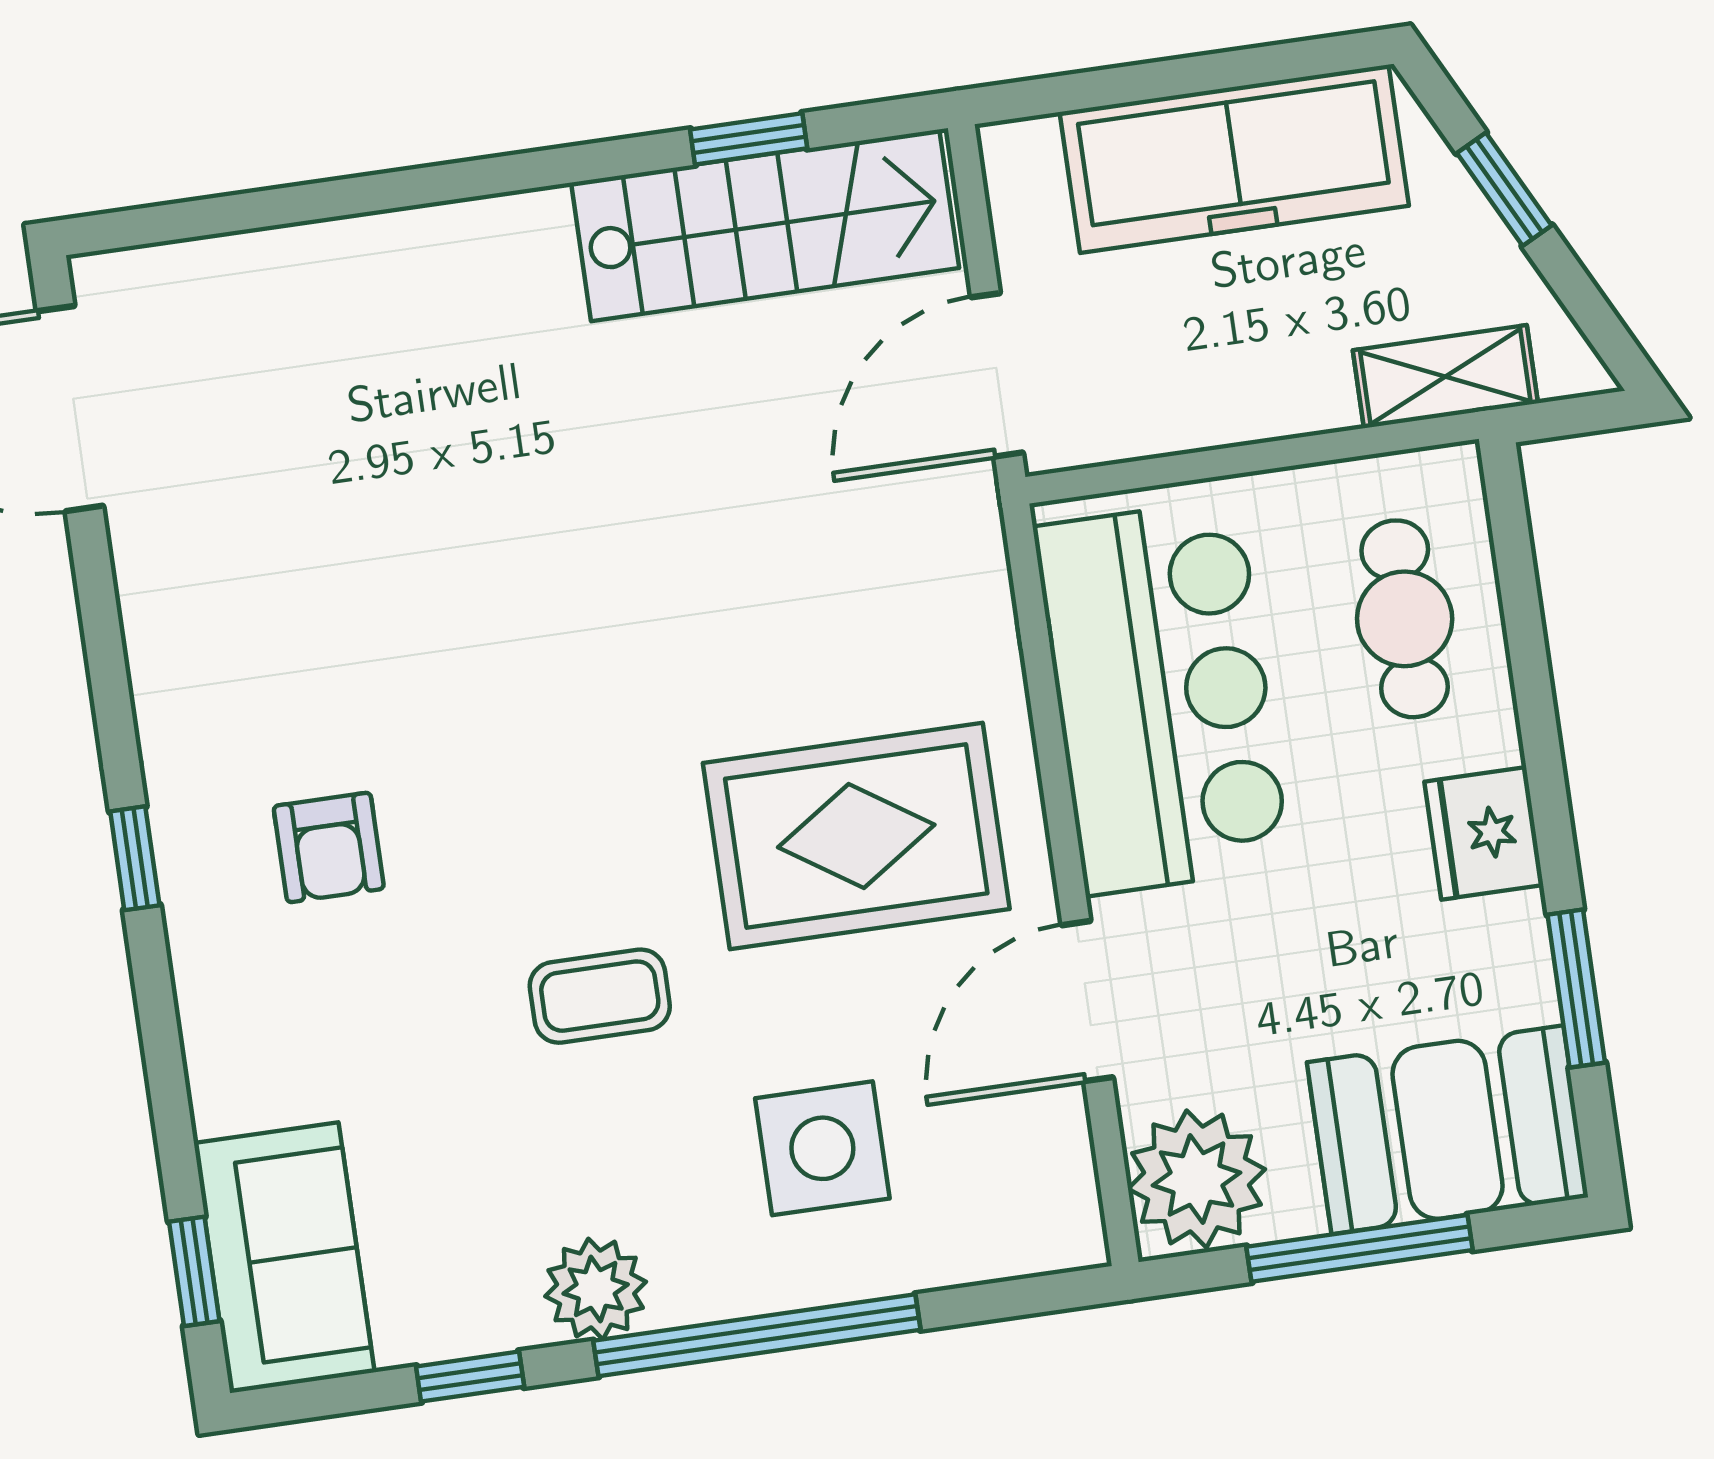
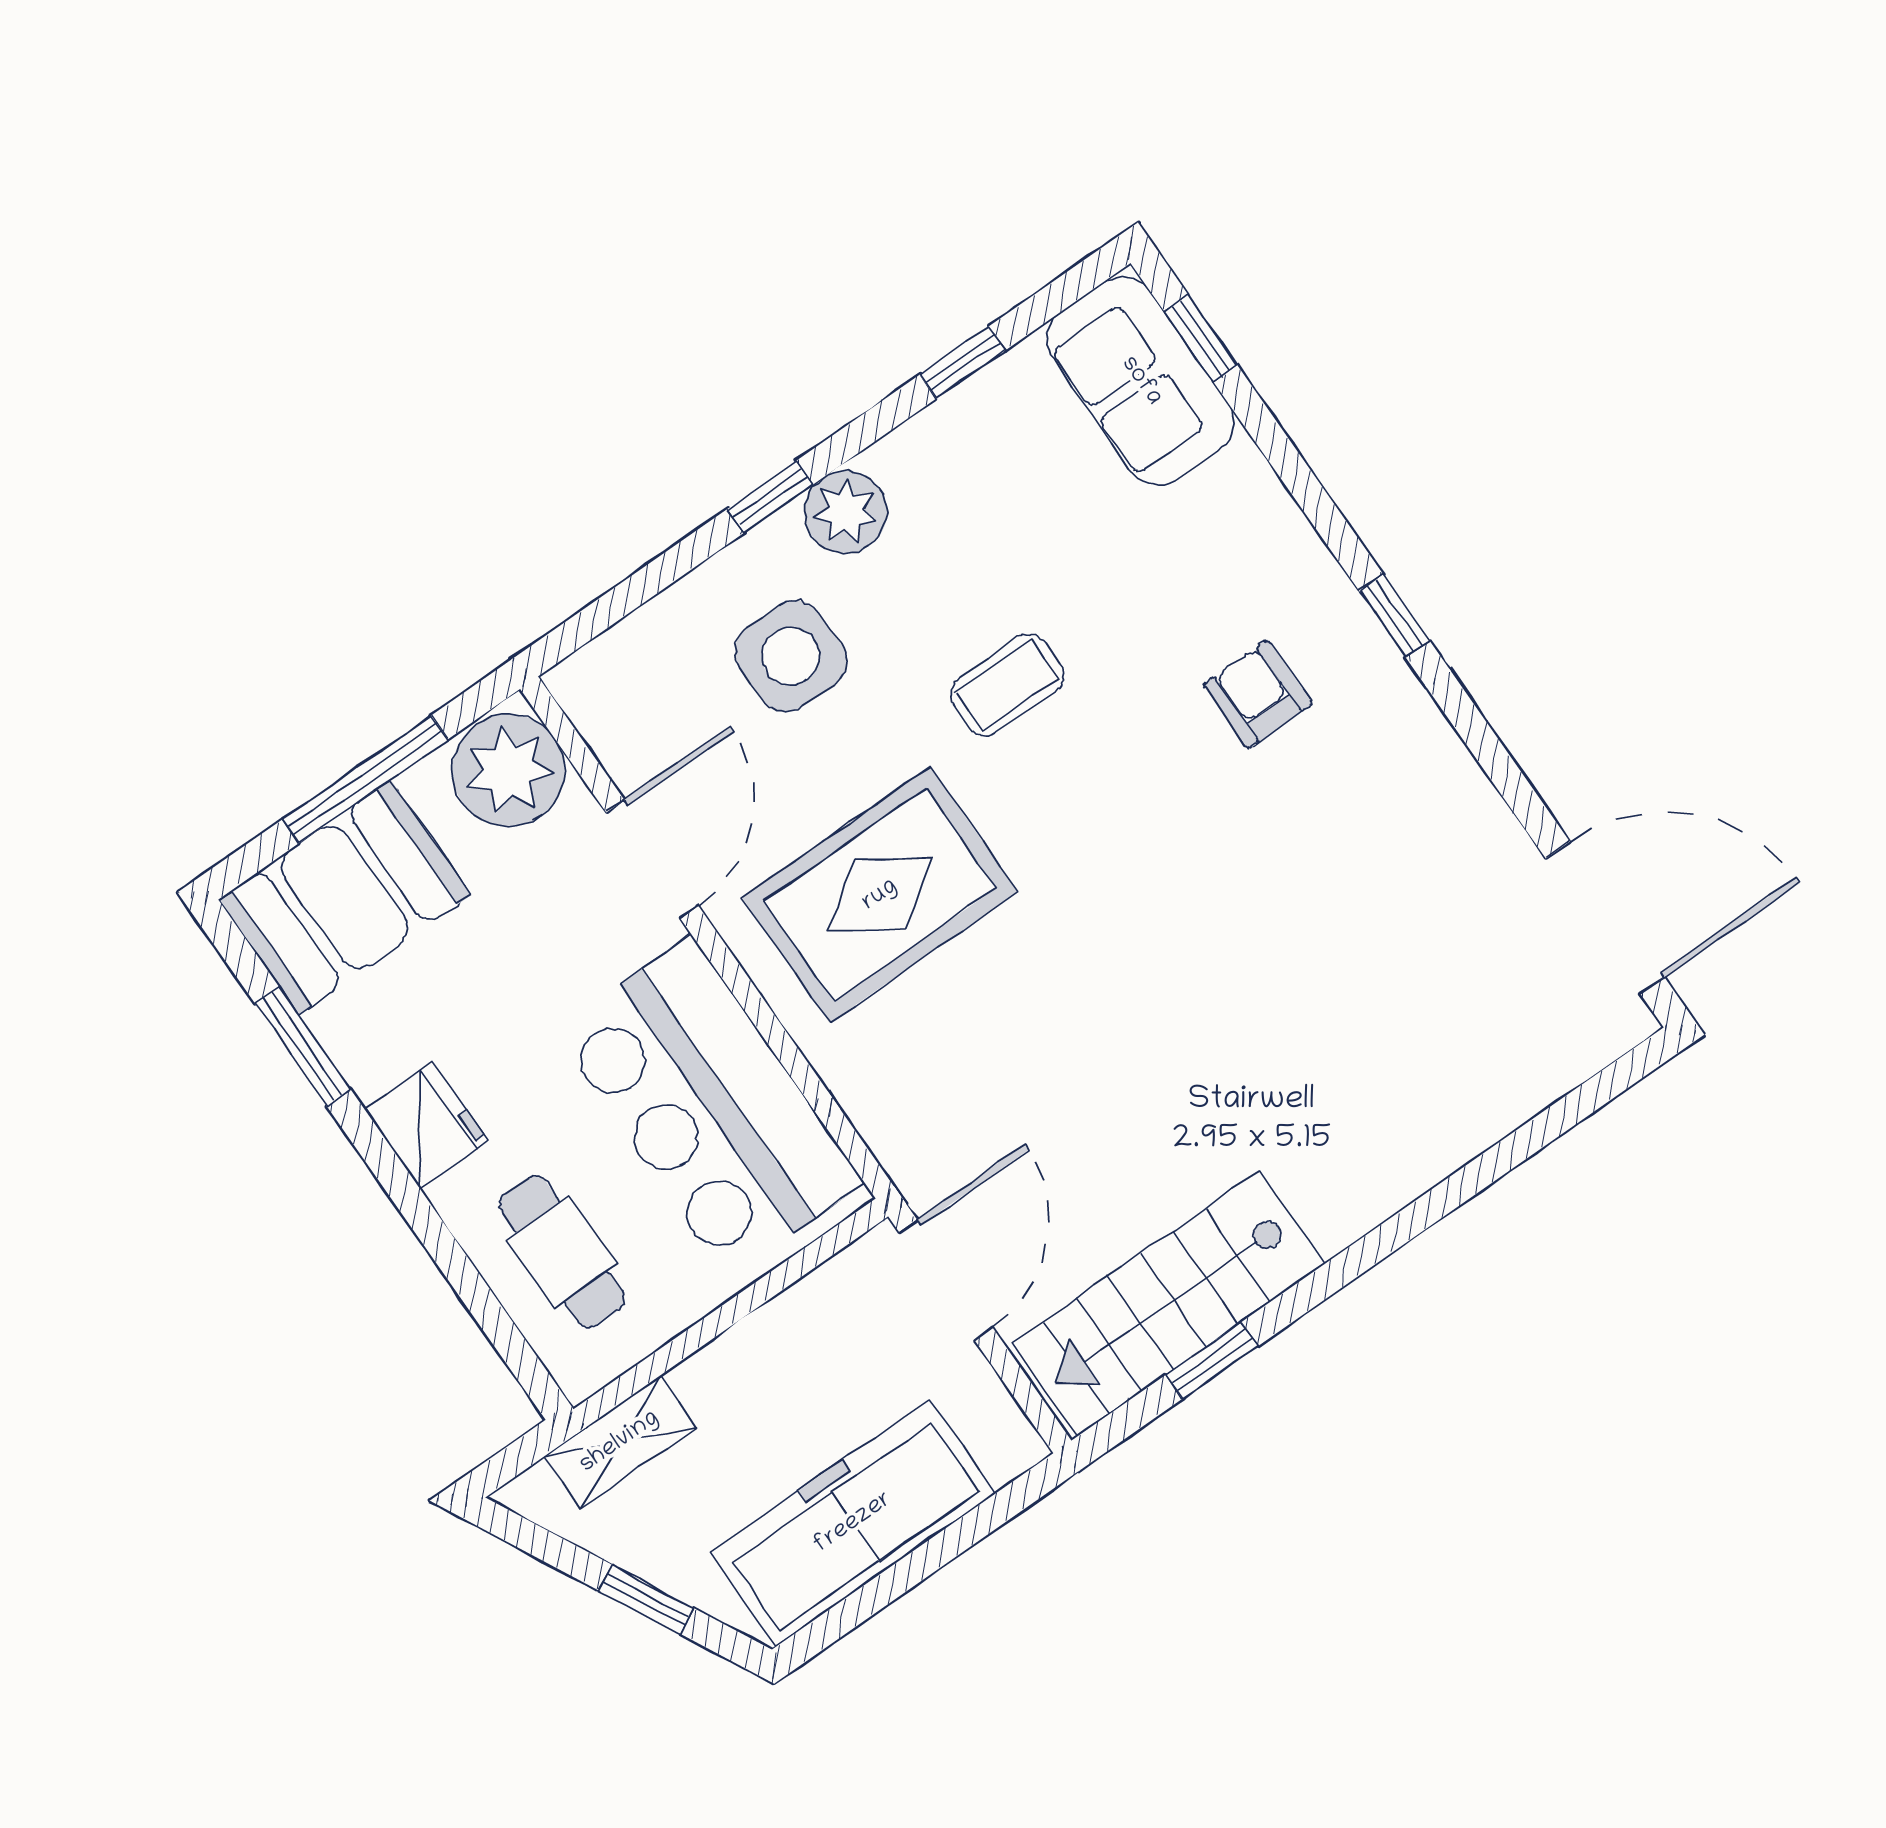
plant: (596, 1289) -> (846, 512), moved
window: (757, 1335) -> (770, 497), width x0.32

